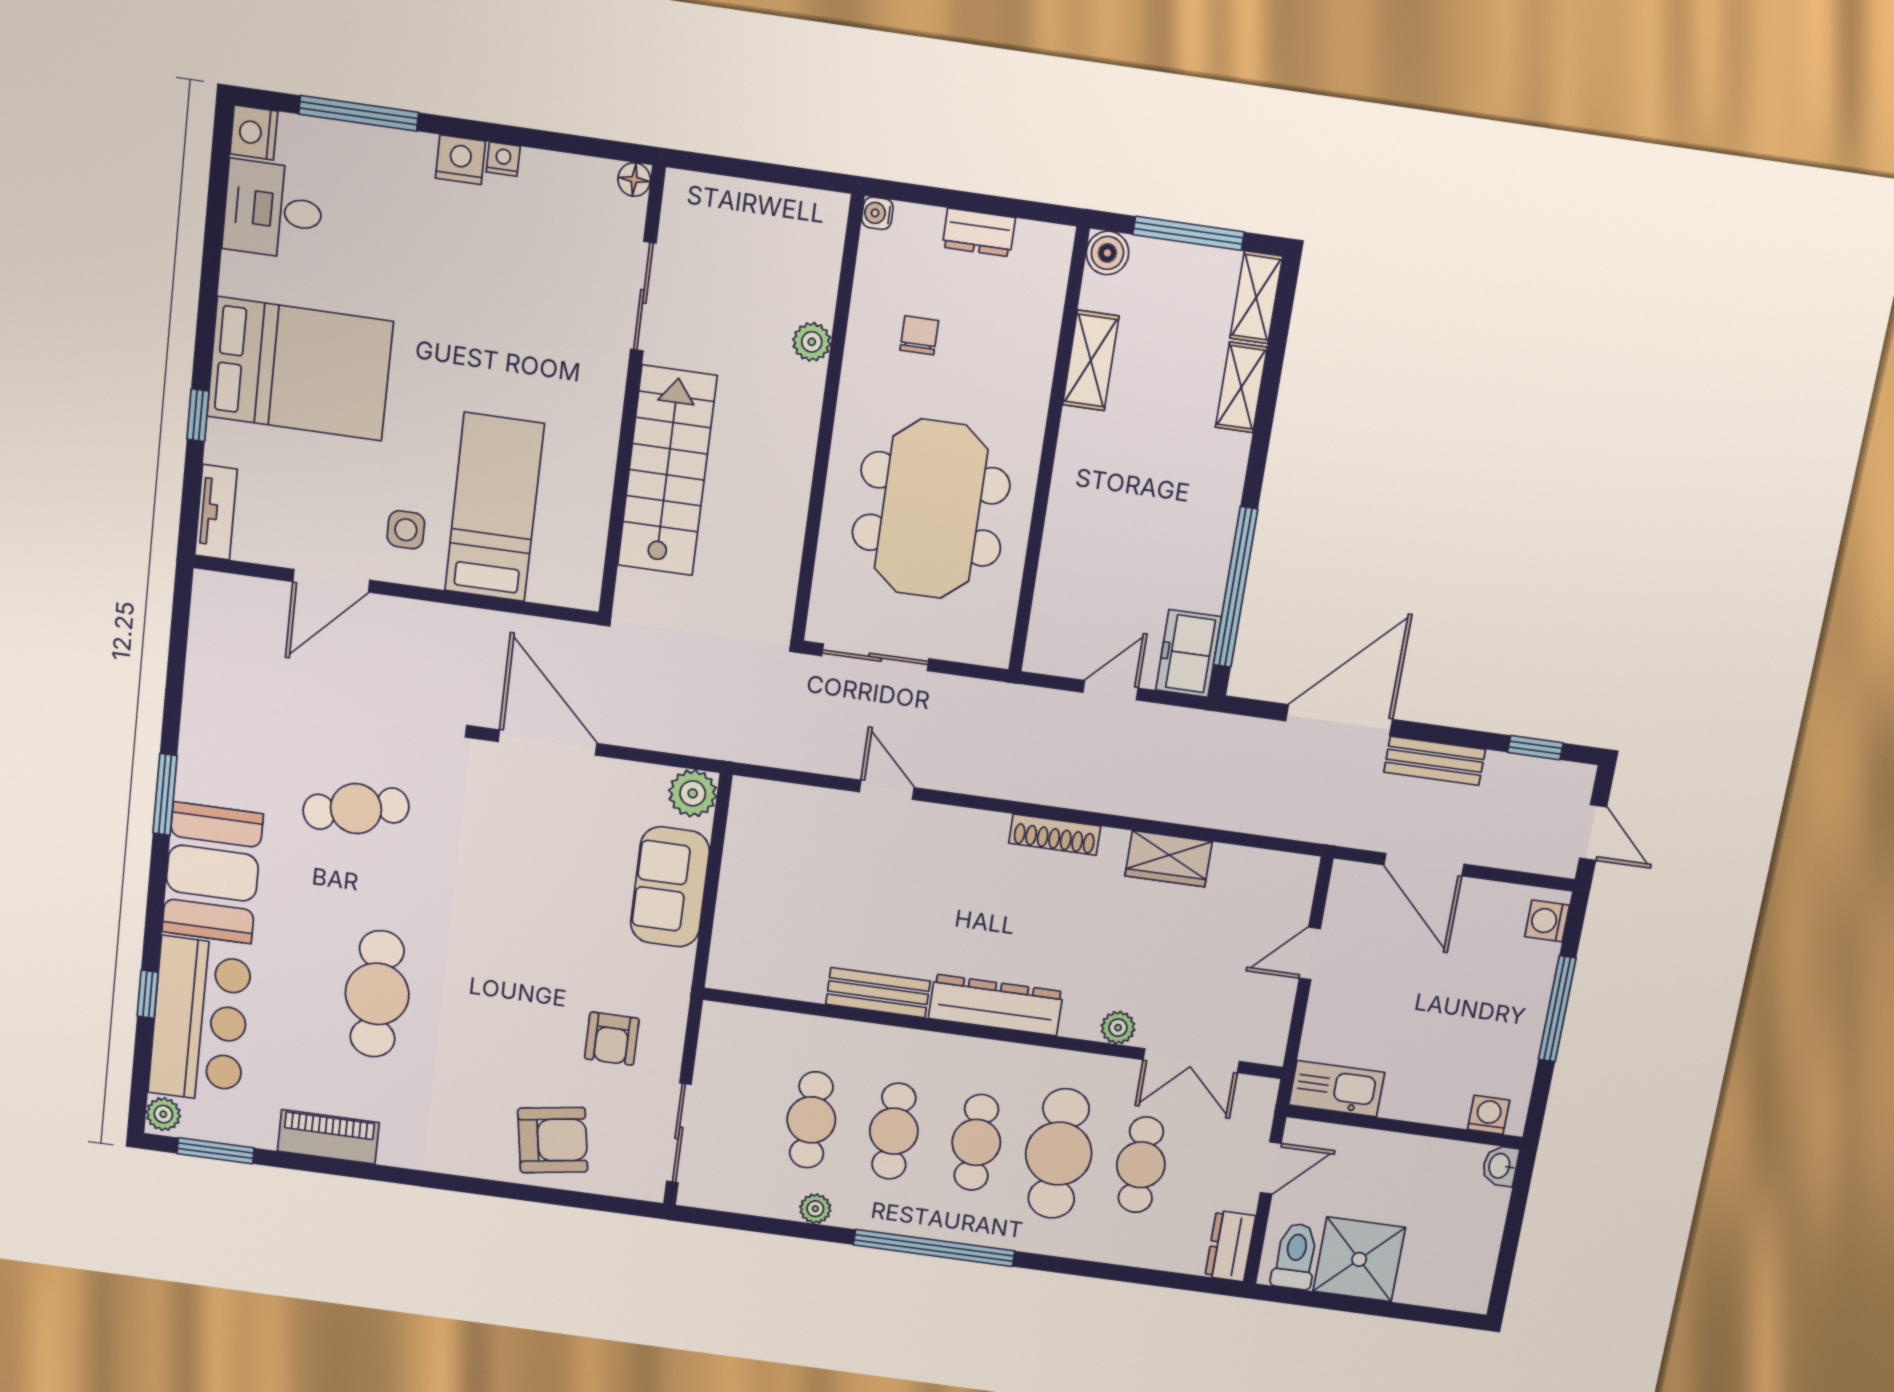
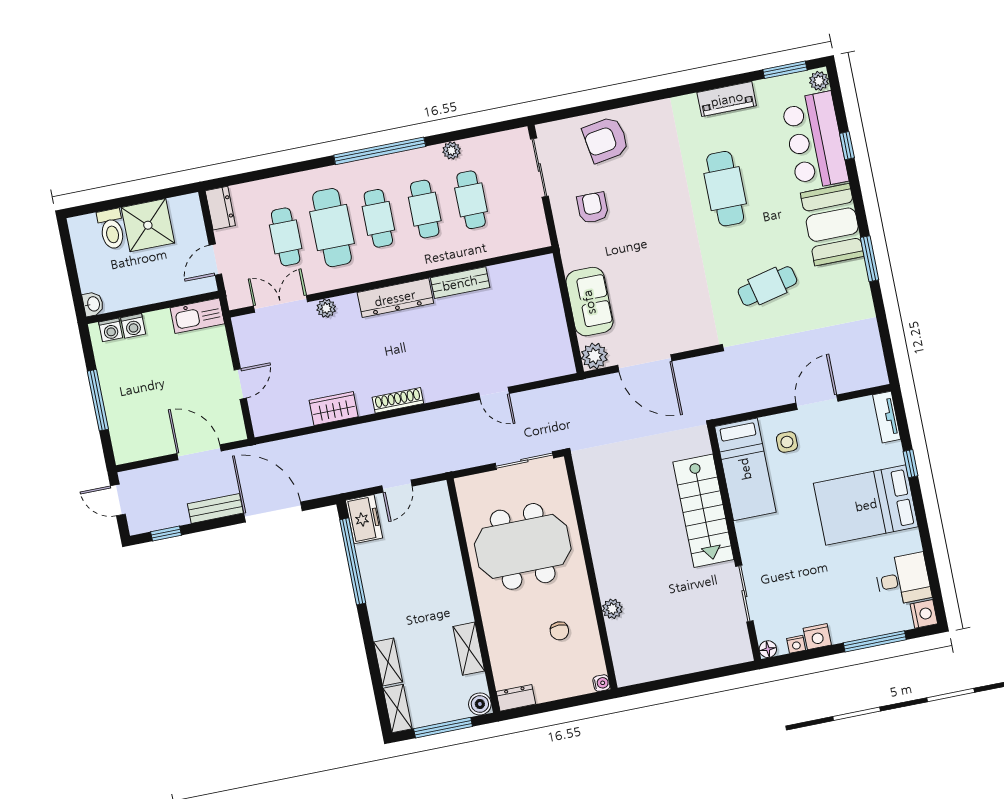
floor lamp: (634, 180) -> (768, 649), moved
dresser: (979, 232) -> (516, 698), moved
sliding door: (643, 296) -> (744, 594), moved
wall: (632, 393) -> (734, 543), moved
stairs: (667, 471) -> (703, 511), moved
meeting table: (931, 509) -> (523, 546), turned 90
door: (1339, 720) -> (273, 512), swing flipped
door: (547, 743) -> (645, 363), moved
washing machine: (1547, 921) -> (133, 326), moved, turned 90
toilet: (1295, 1256) -> (111, 229), moved

